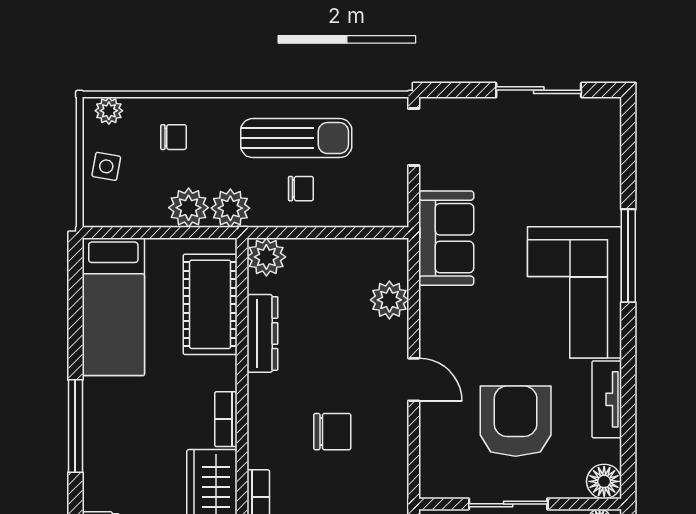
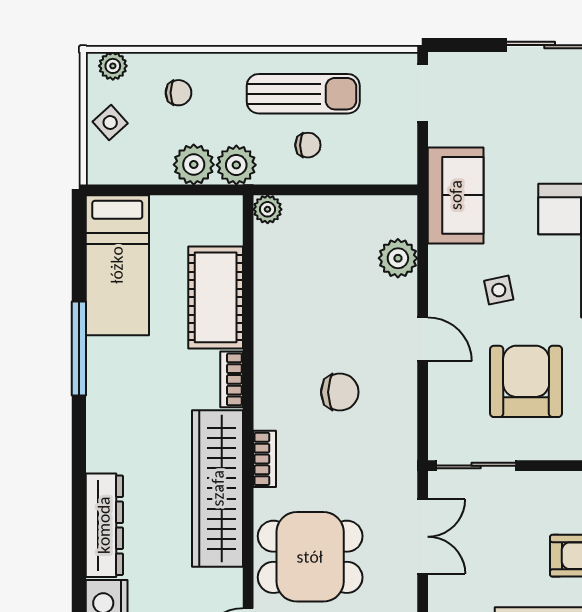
side table: (106, 166) -> (110, 123), turned 38
plant: (266, 257) -> (268, 209), width x0.73, depth x0.73
cot: (210, 304) -> (216, 297), moved
side table: (489, 331) -> (499, 290), added
dresser: (262, 333) -> (269, 292), removed
window: (75, 426) -> (79, 349), moved
sliding door: (508, 504) -> (476, 466), moved

